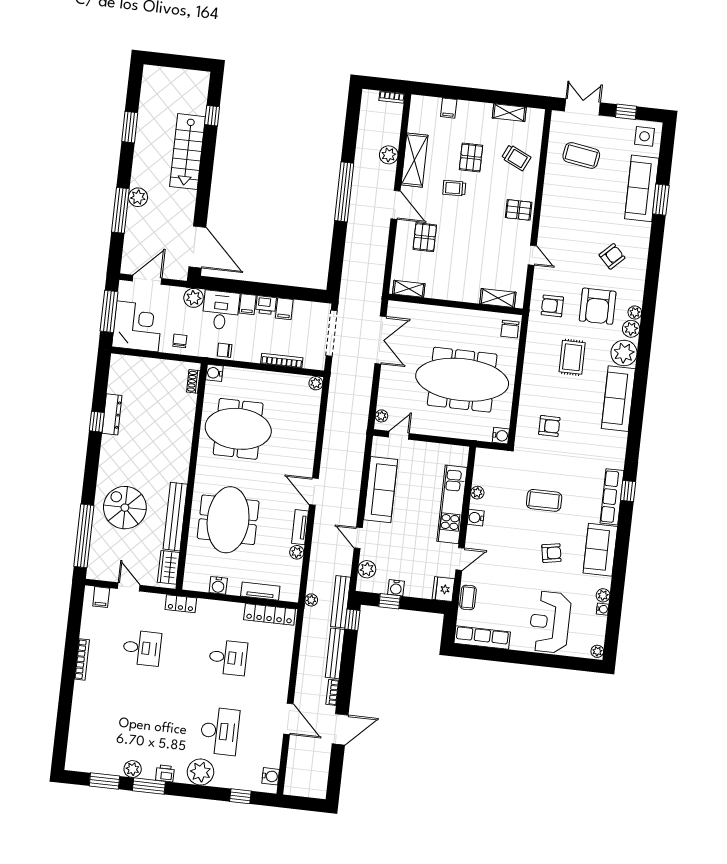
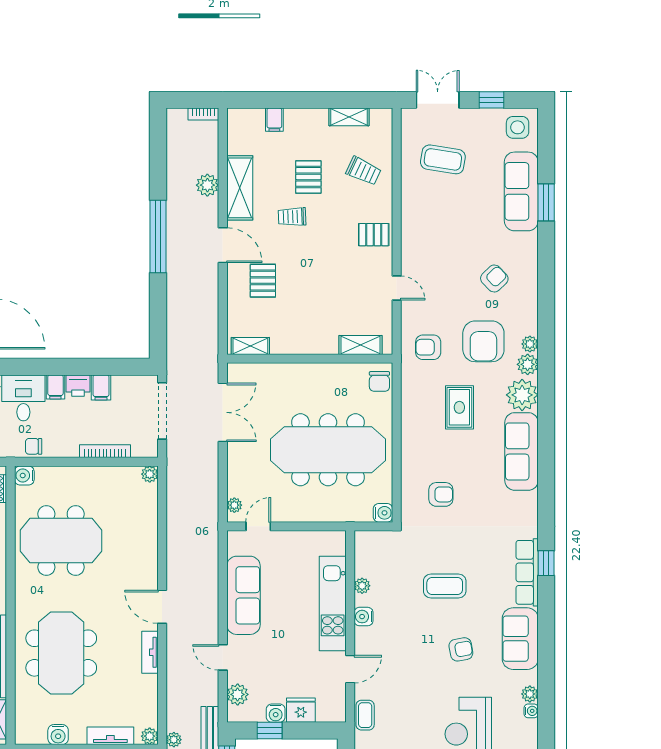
plant: (297, 552) -> (150, 736), moved
fridge: (443, 589) -> (301, 710), moved, turned 90

